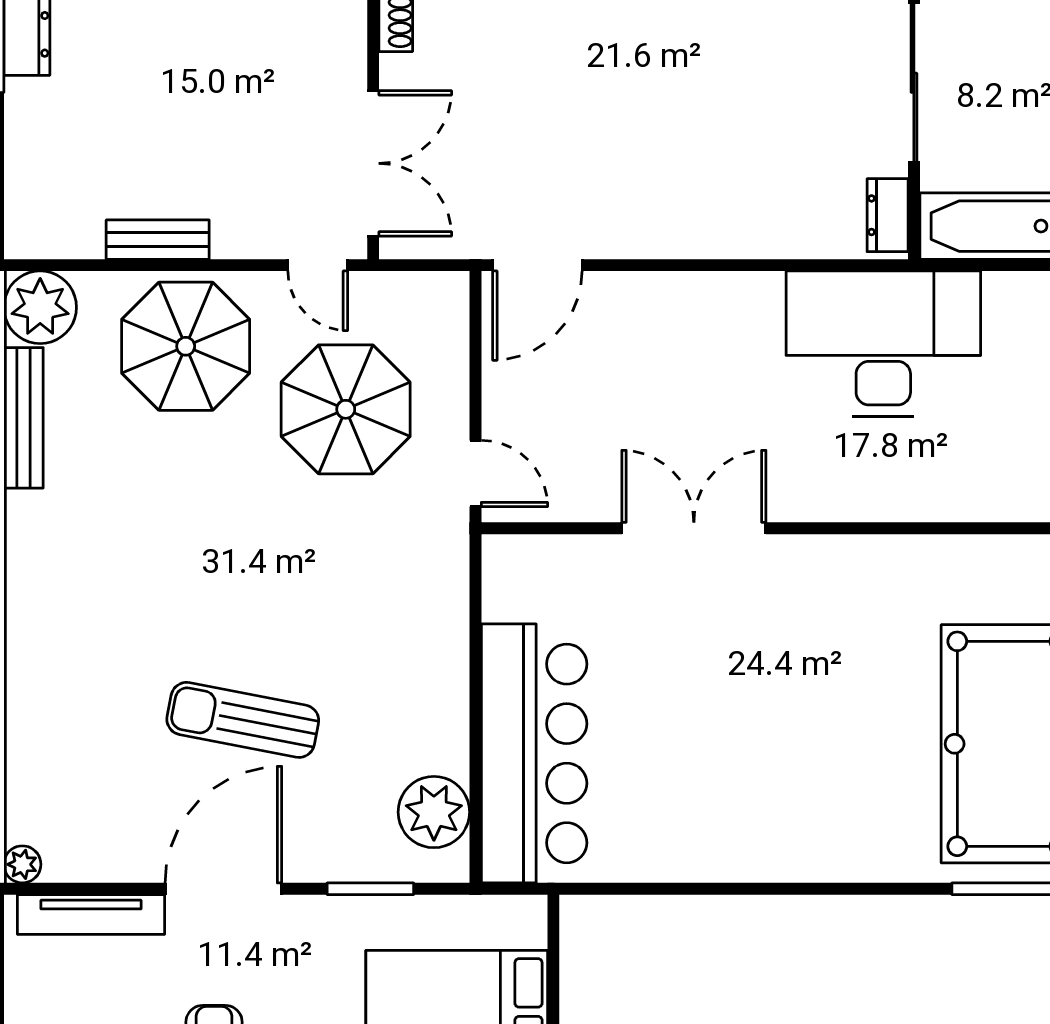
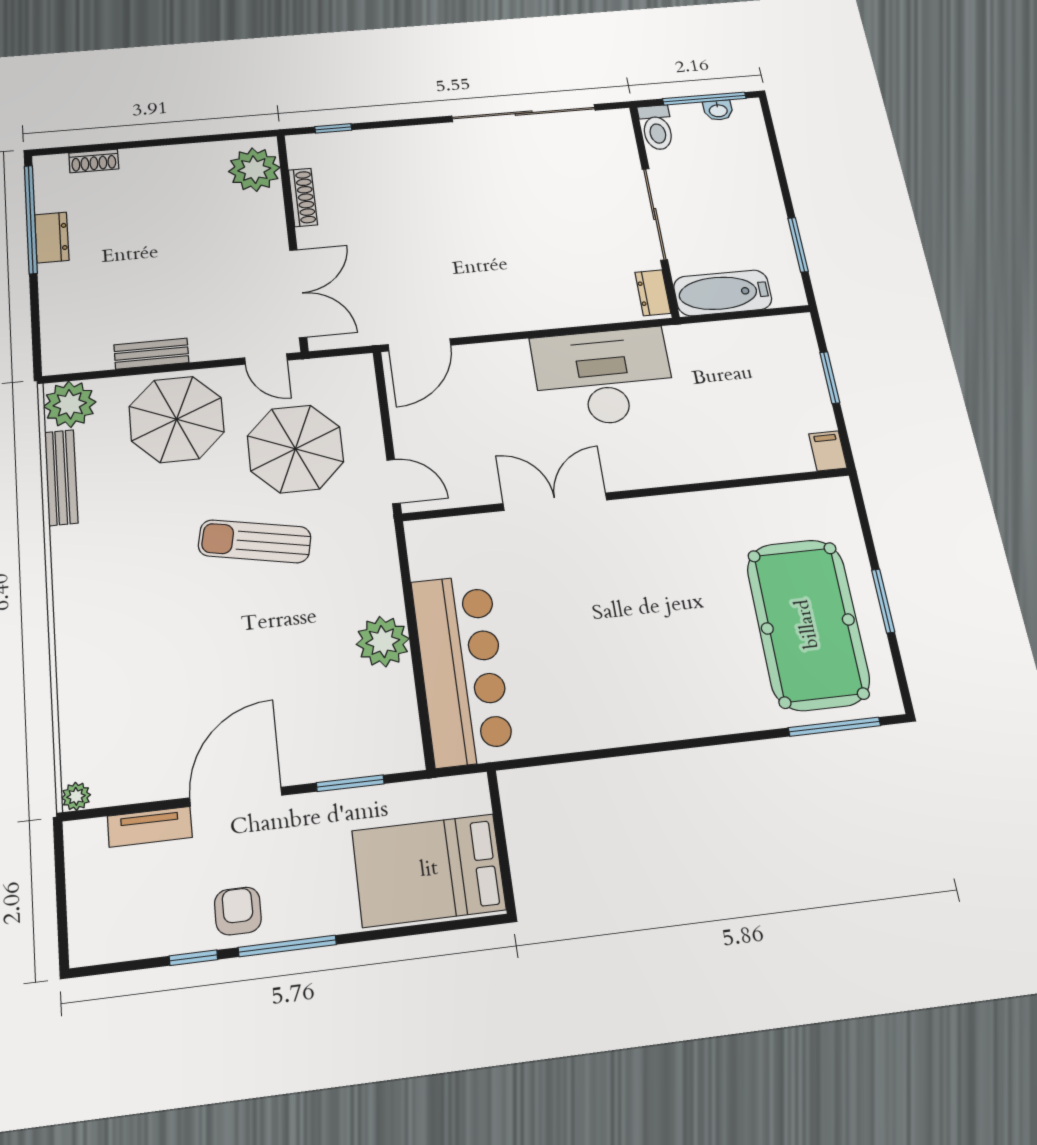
desk: (883, 344) -> (603, 377), moved
sun lounger: (243, 720) -> (255, 541), moved
plant: (434, 812) -> (383, 642), moved
tv unit: (91, 915) -> (150, 827), width x0.71

